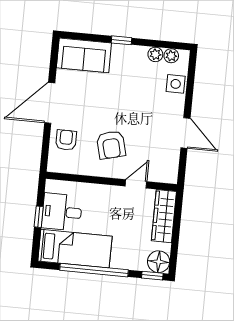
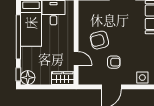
armchair: (66, 140) -> (114, 62), moved
wardrobe: (164, 216) -> (63, 78), width x0.67

